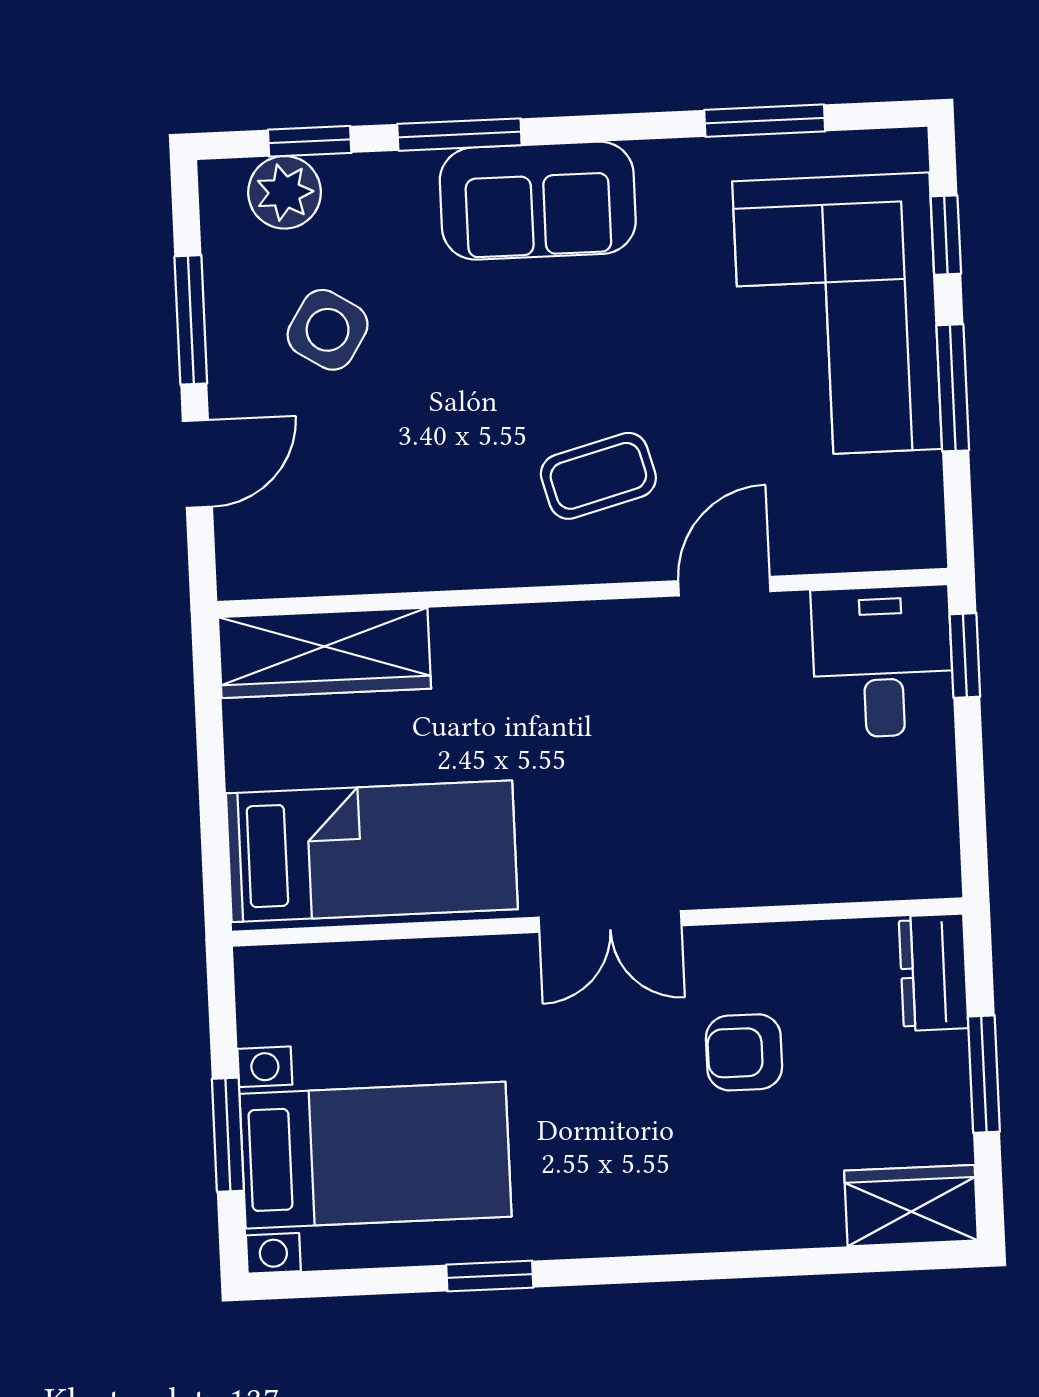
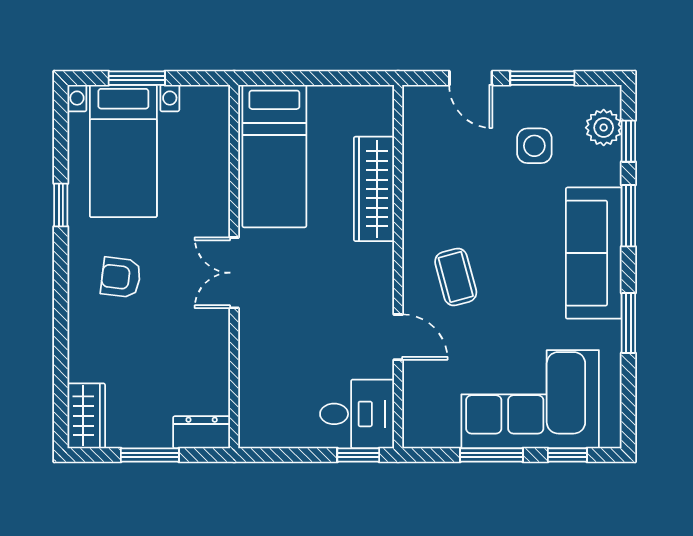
window: (765, 121) -> (628, 323), moved
sofa: (538, 201) -> (594, 253), width x1.36
side table: (328, 330) -> (534, 146), turned -32
wardrobe: (324, 653) -> (374, 189), moved
armchair: (744, 1052) -> (121, 277), moved, turned -83

